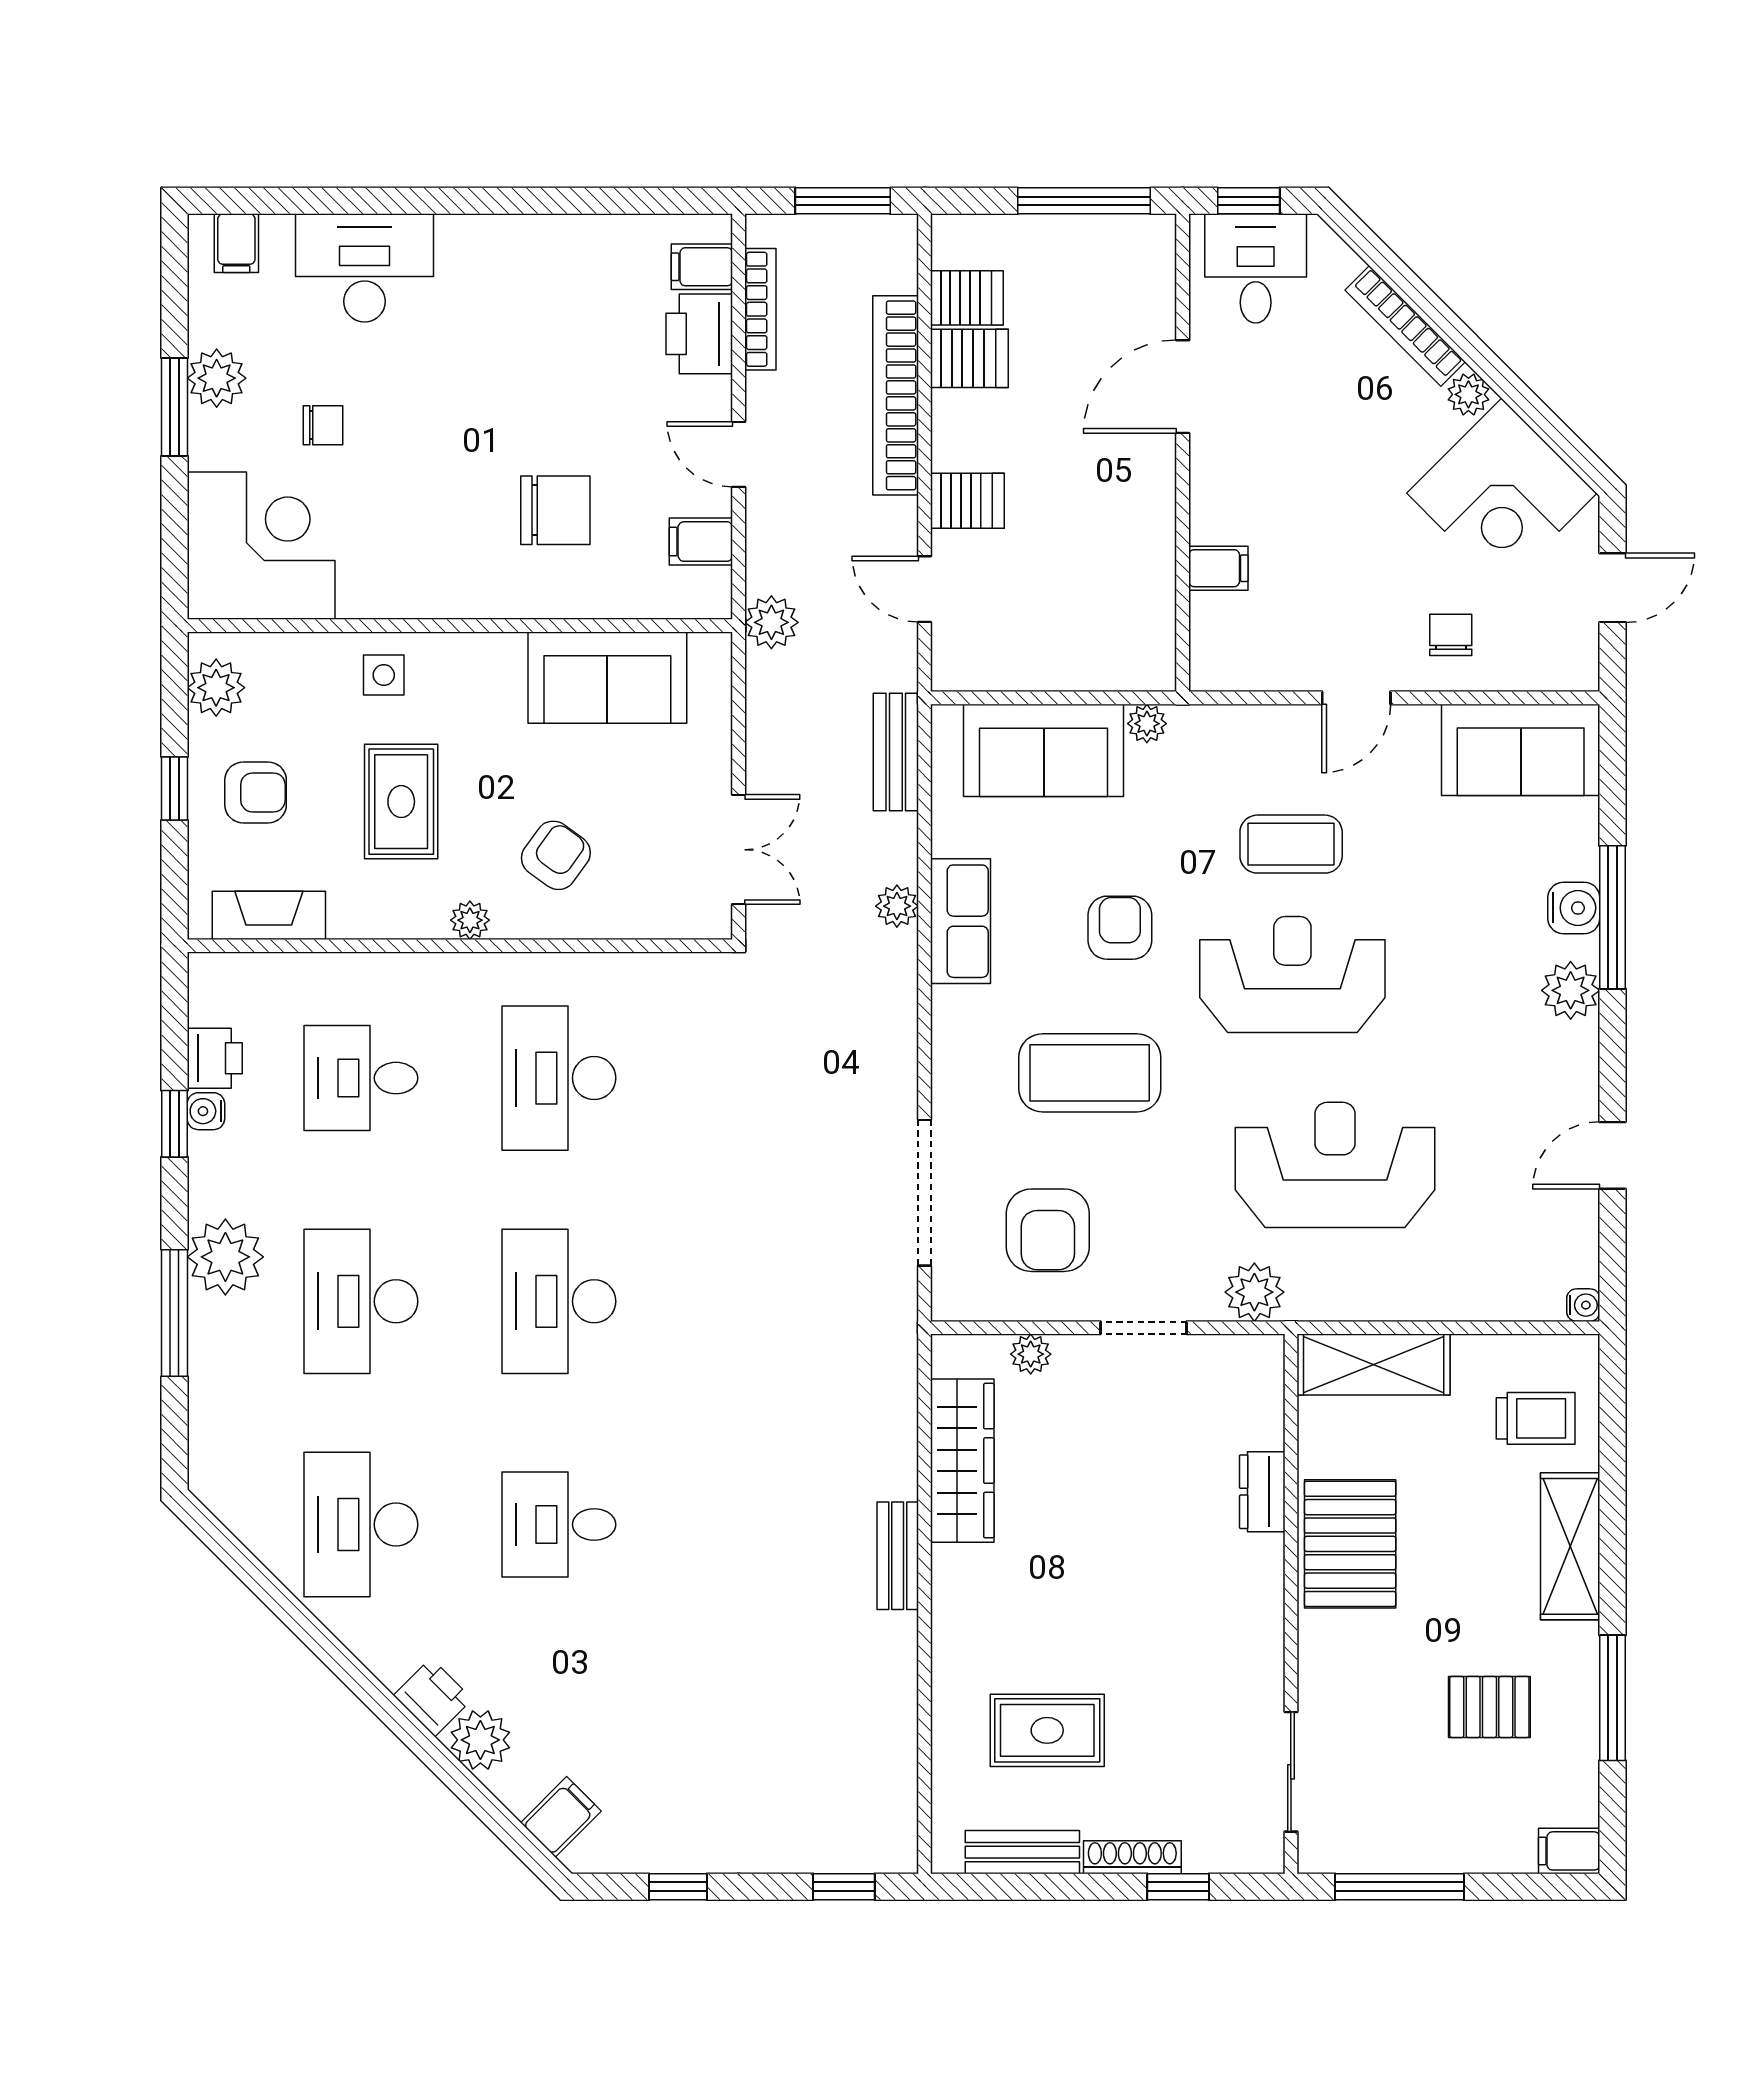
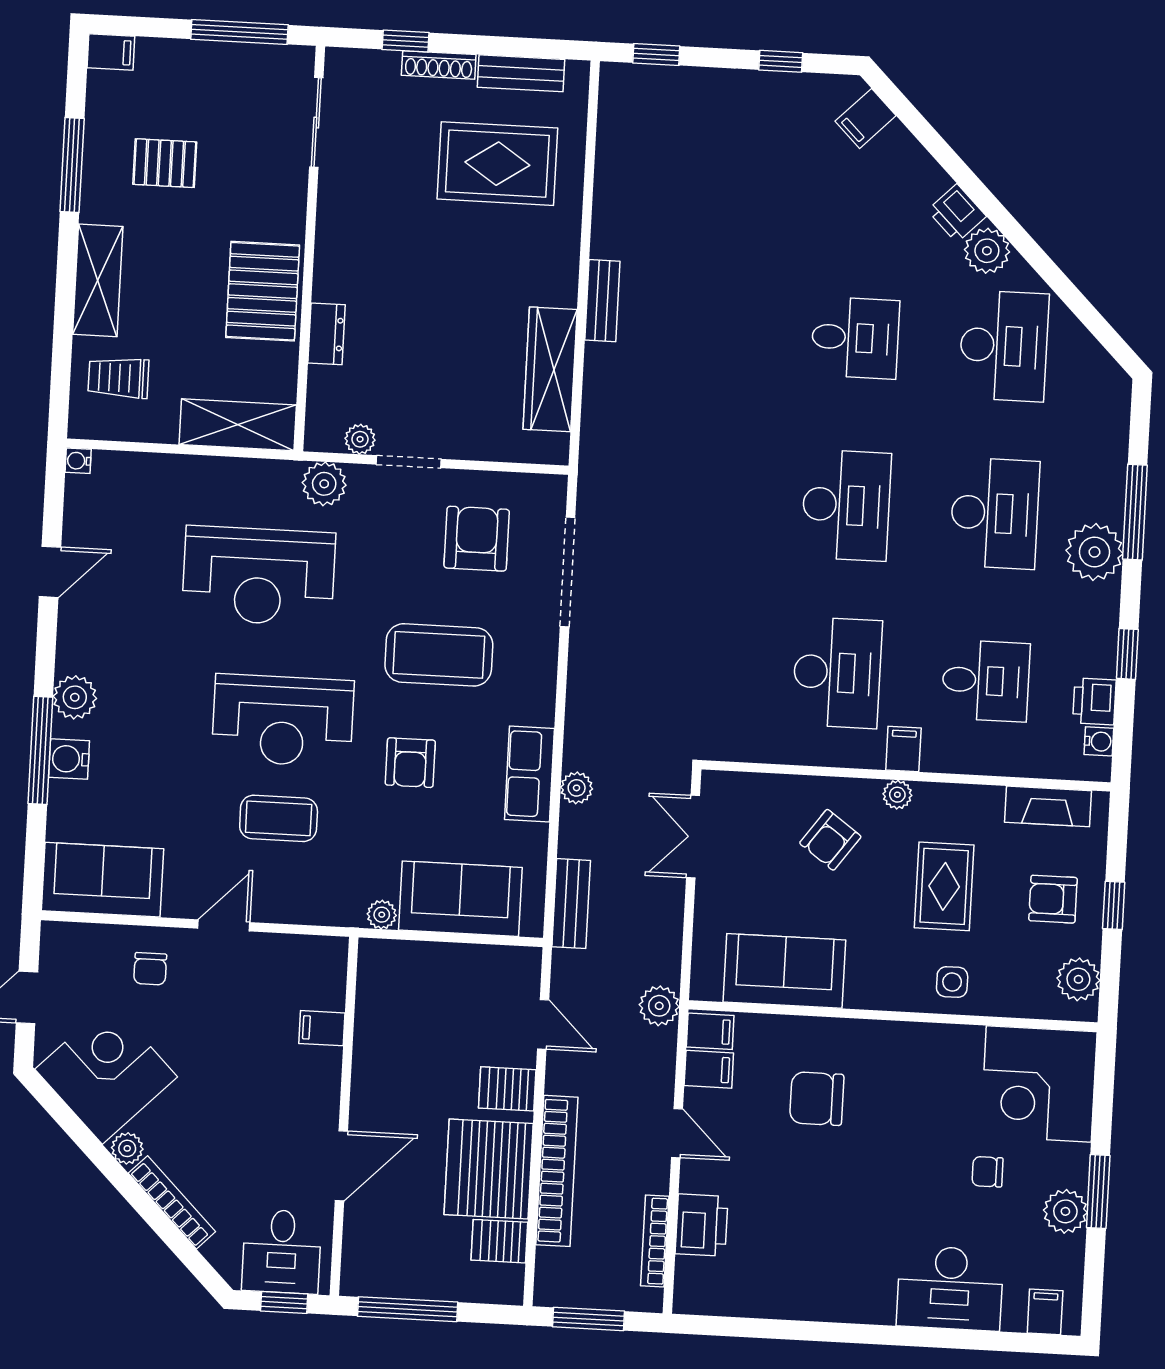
filing cabinet: (702, 267) -> (710, 1031), moved
server rack: (969, 358) -> (489, 1169), width x2.18, depth x1.44
filing cabinet: (465, 981) -> (903, 749), added
water cooler: (206, 1111) -> (1099, 741), moved
plant: (1031, 1354) -> (360, 439), moved
rug: (1047, 1730) -> (497, 164), width x1.36, depth x1.43
plant: (480, 1740) -> (987, 251), moved

